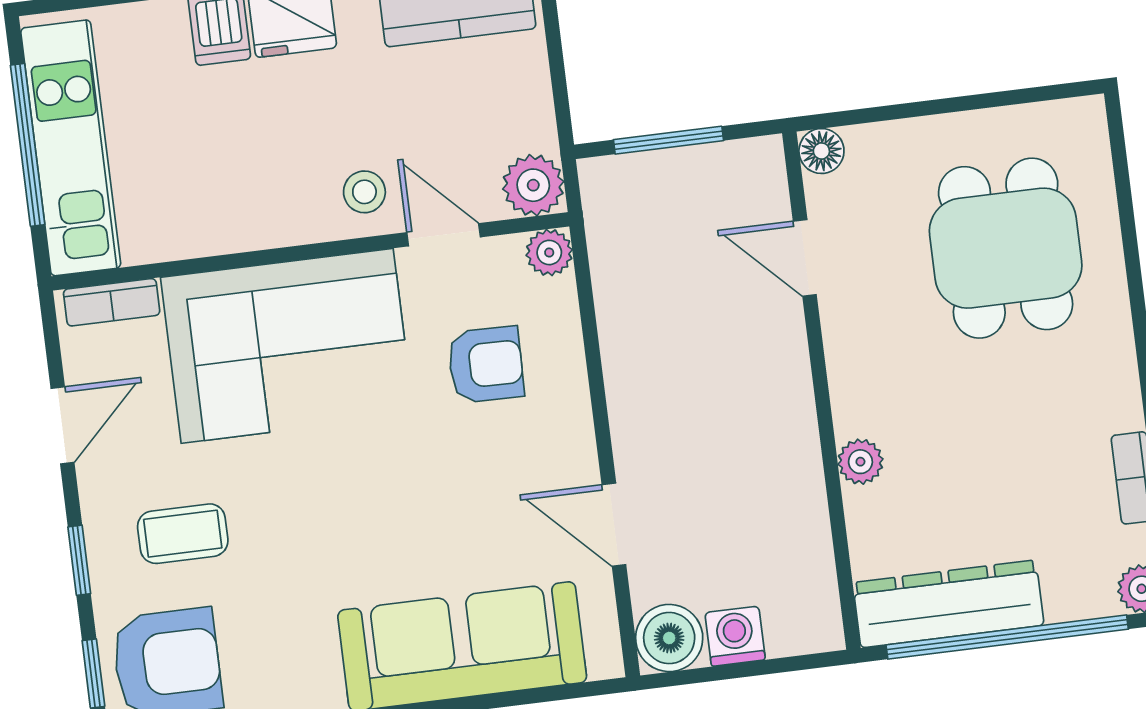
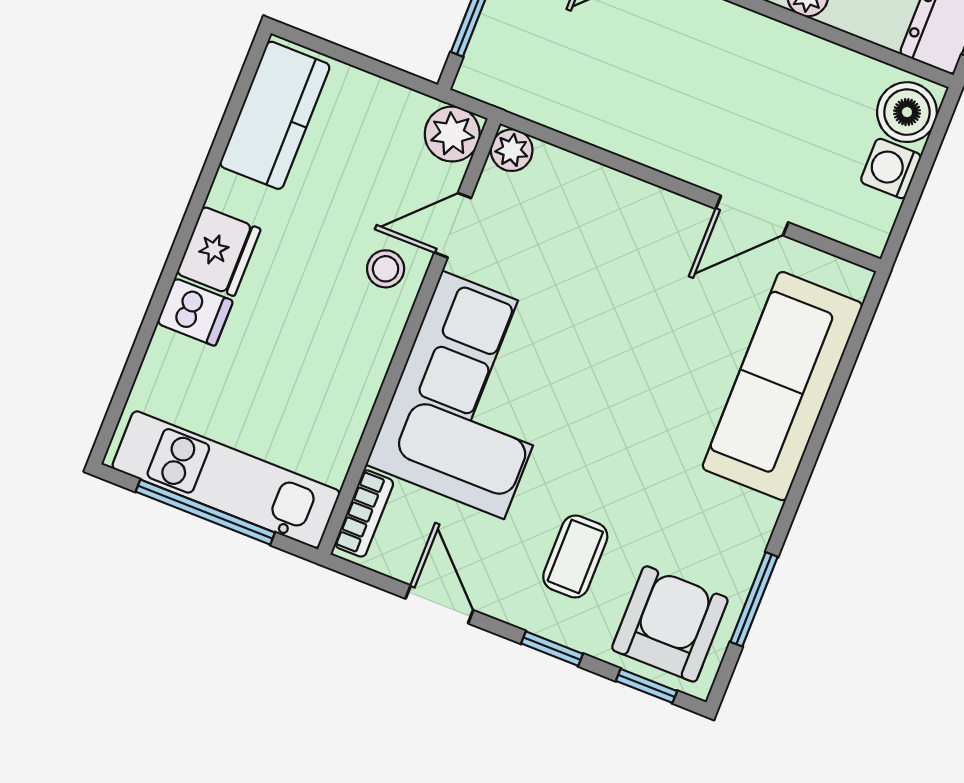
armchair: (486, 365) -> (572, 248), removed
boiler: (669, 638) -> (907, 112), moved

